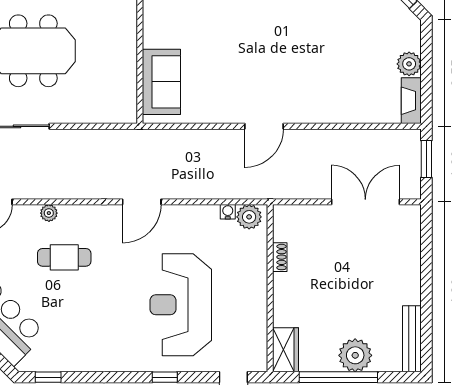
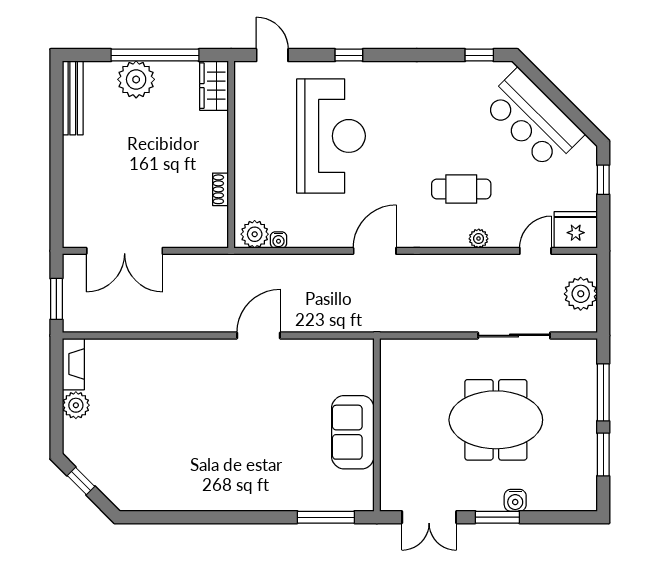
sofa: (161, 82) -> (353, 432), moved
door: (264, 126) -> (259, 335), moved

